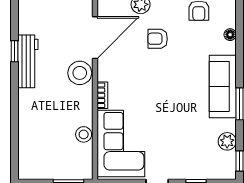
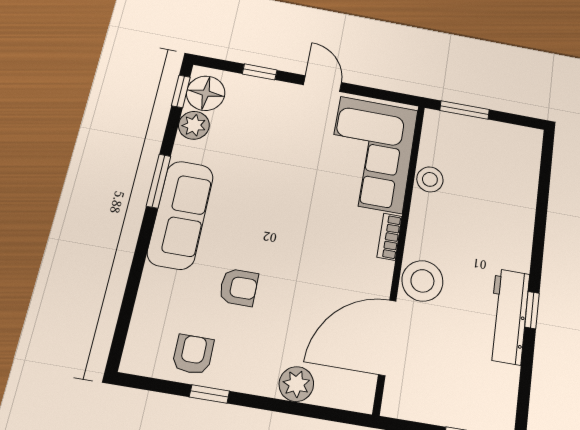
floor lamp: (230, 35) -> (206, 93), moved, width x1.89, depth x1.89
armchair: (158, 39) -> (239, 287), moved
window: (15, 51) -> (532, 310), moved

